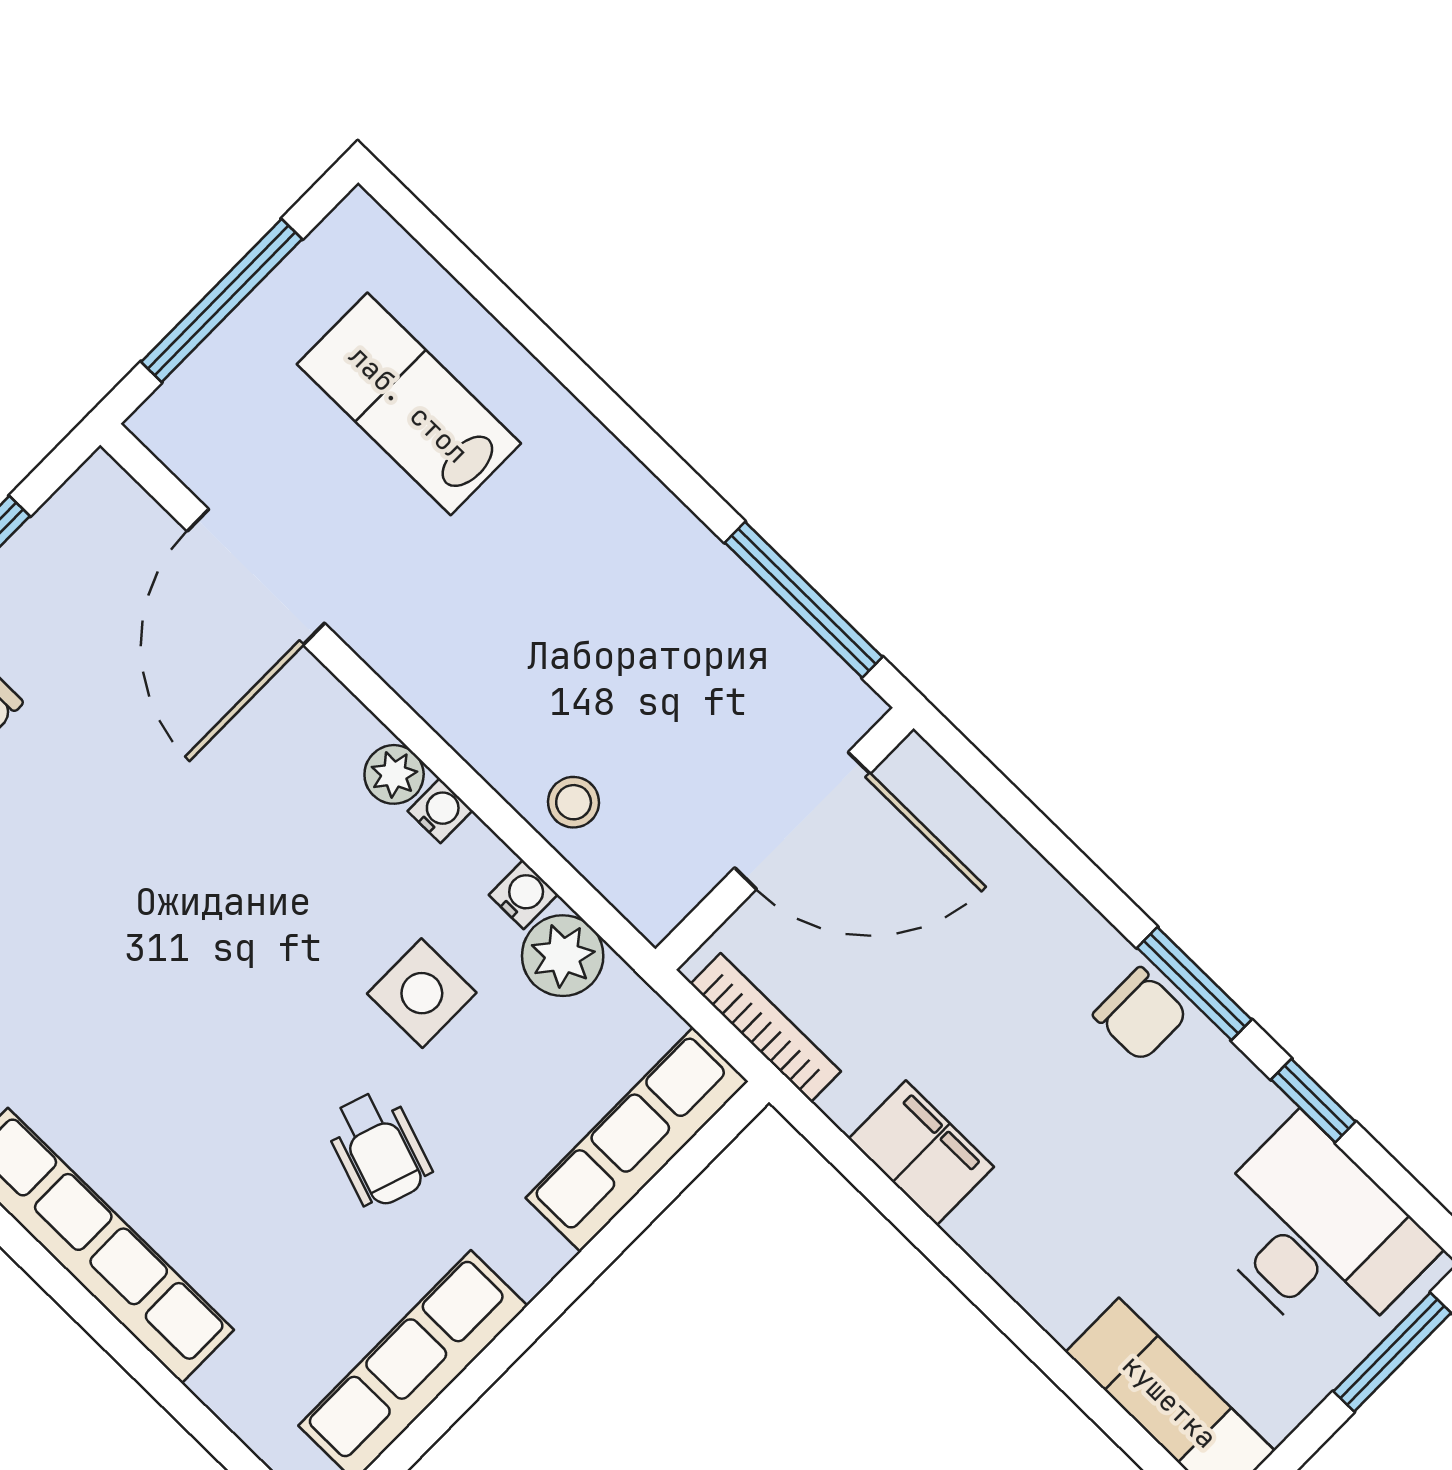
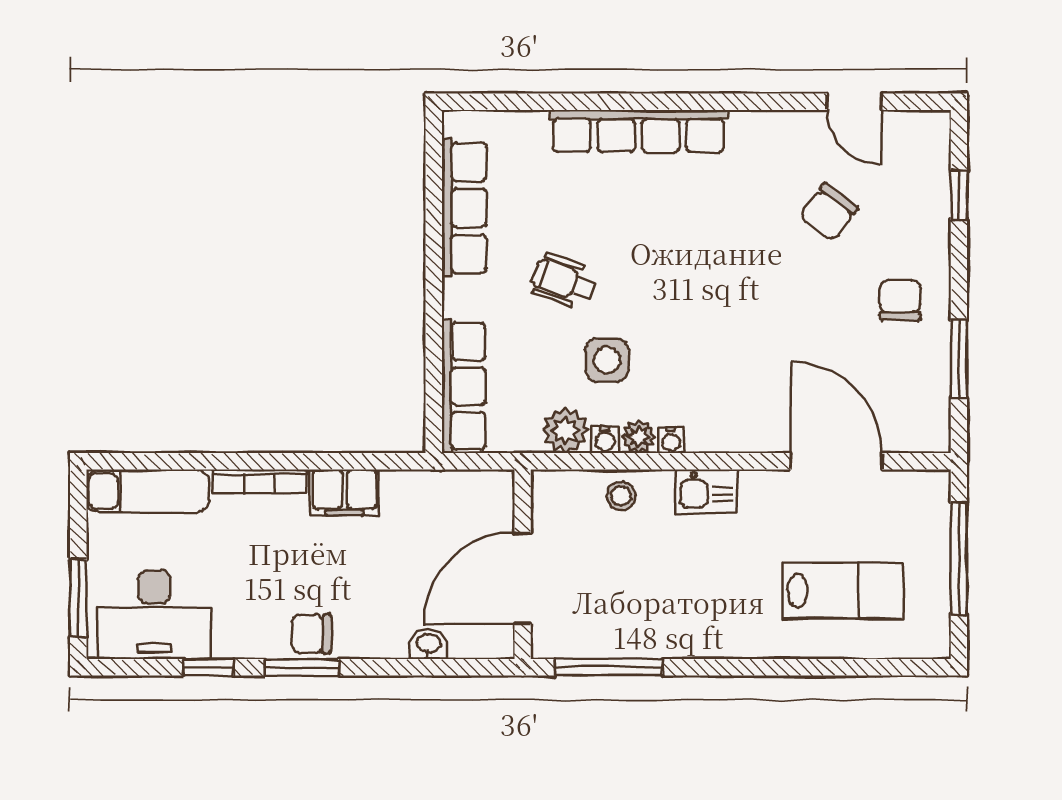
kitchen sink: (460, 702) -> (706, 492), added
plant: (394, 774) -> (639, 437), moved
washbasin: (1004, 855) -> (429, 644), added
bookcase: (766, 1028) -> (260, 481), moved

